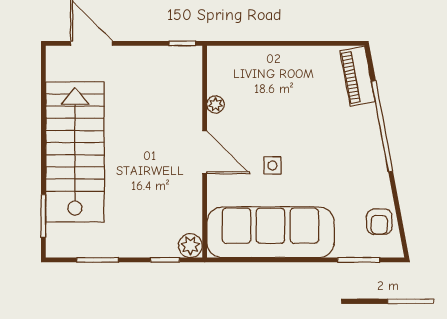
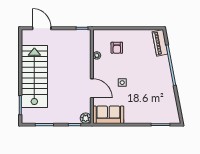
door: (205, 152) -> (92, 88), moved
armchair: (379, 222) -> (117, 48), moved
sofa: (270, 232) -> (108, 115), width x0.54, depth x0.79

